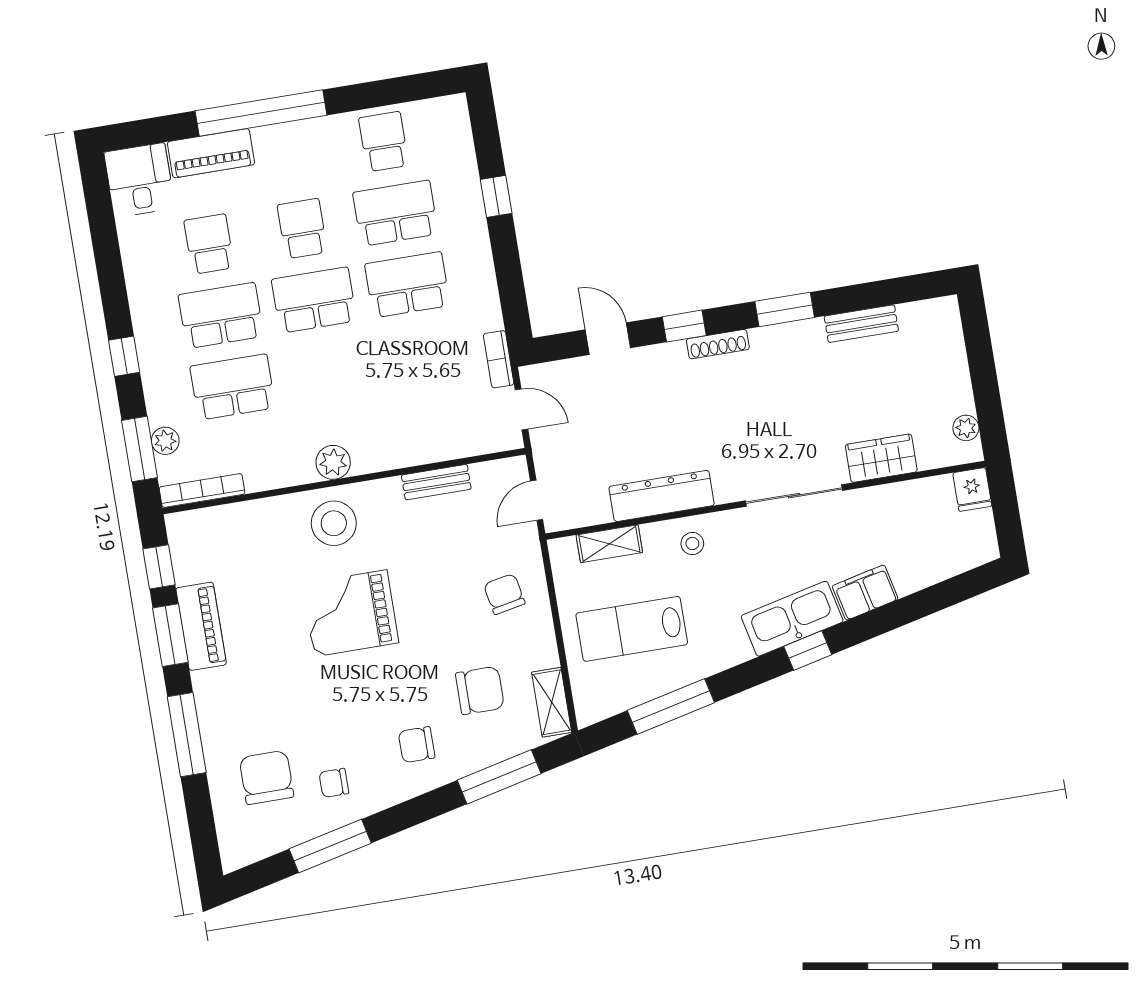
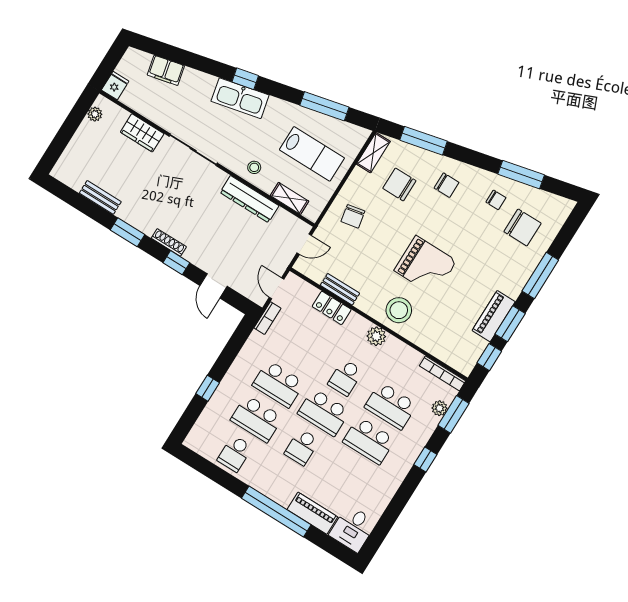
school desk: (209, 244) -> (345, 377), moved
locker: (425, 448) -> (332, 308), added
filing cabinet: (865, 593) -> (166, 70), moved
chair: (266, 777) -> (522, 227), turned -90

